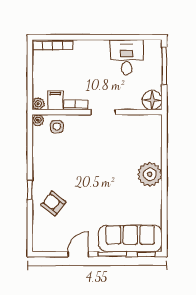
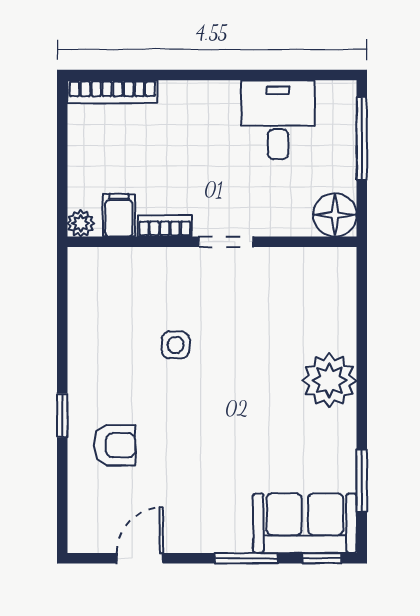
plant: (38, 120) -> (80, 260), removed
side table: (57, 127) -> (175, 345), moved
armchair: (53, 203) -> (115, 445), turned 142
window: (164, 219) -> (362, 480), added
sofa: (130, 238) -> (305, 523), width x0.73
door: (78, 254) -> (140, 558), moved

